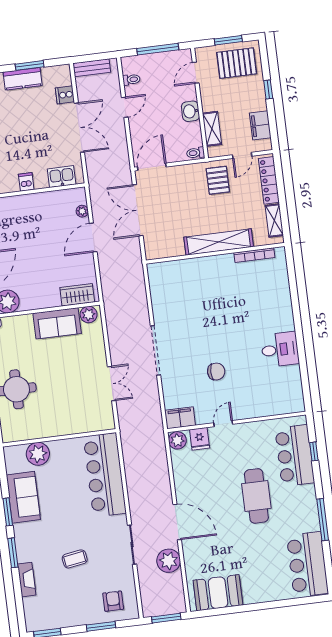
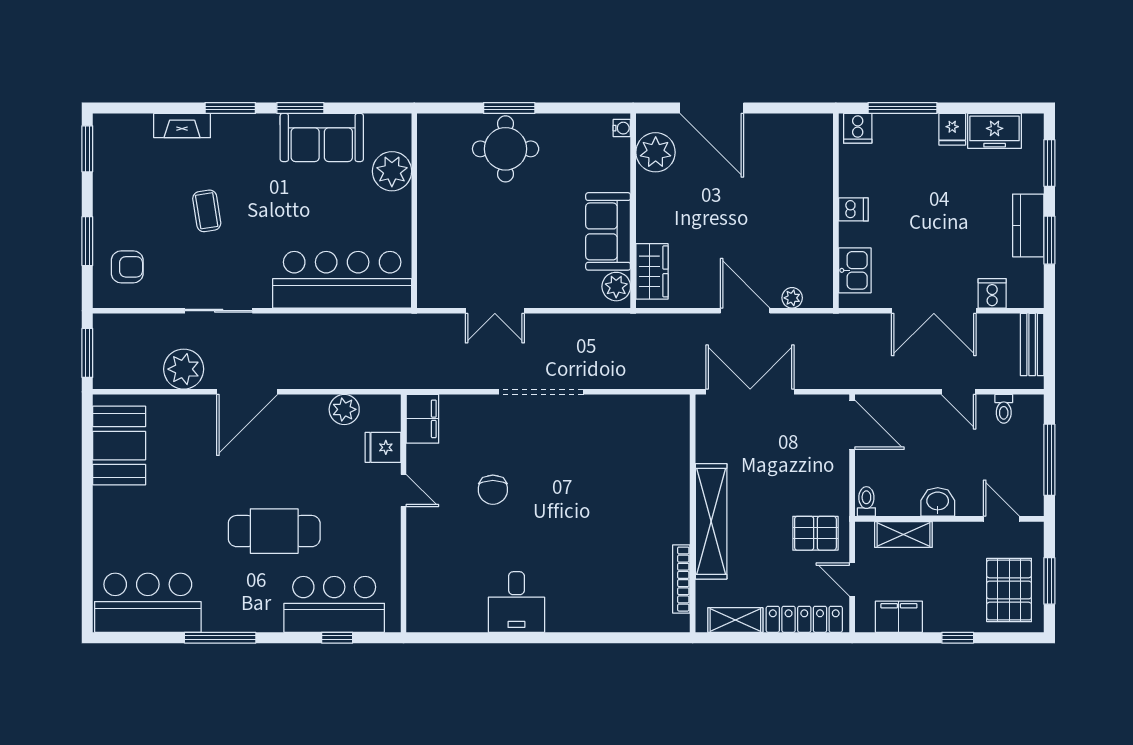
double door: (138, 210) -> (750, 392), moved
plant: (177, 440) -> (344, 409), moved

